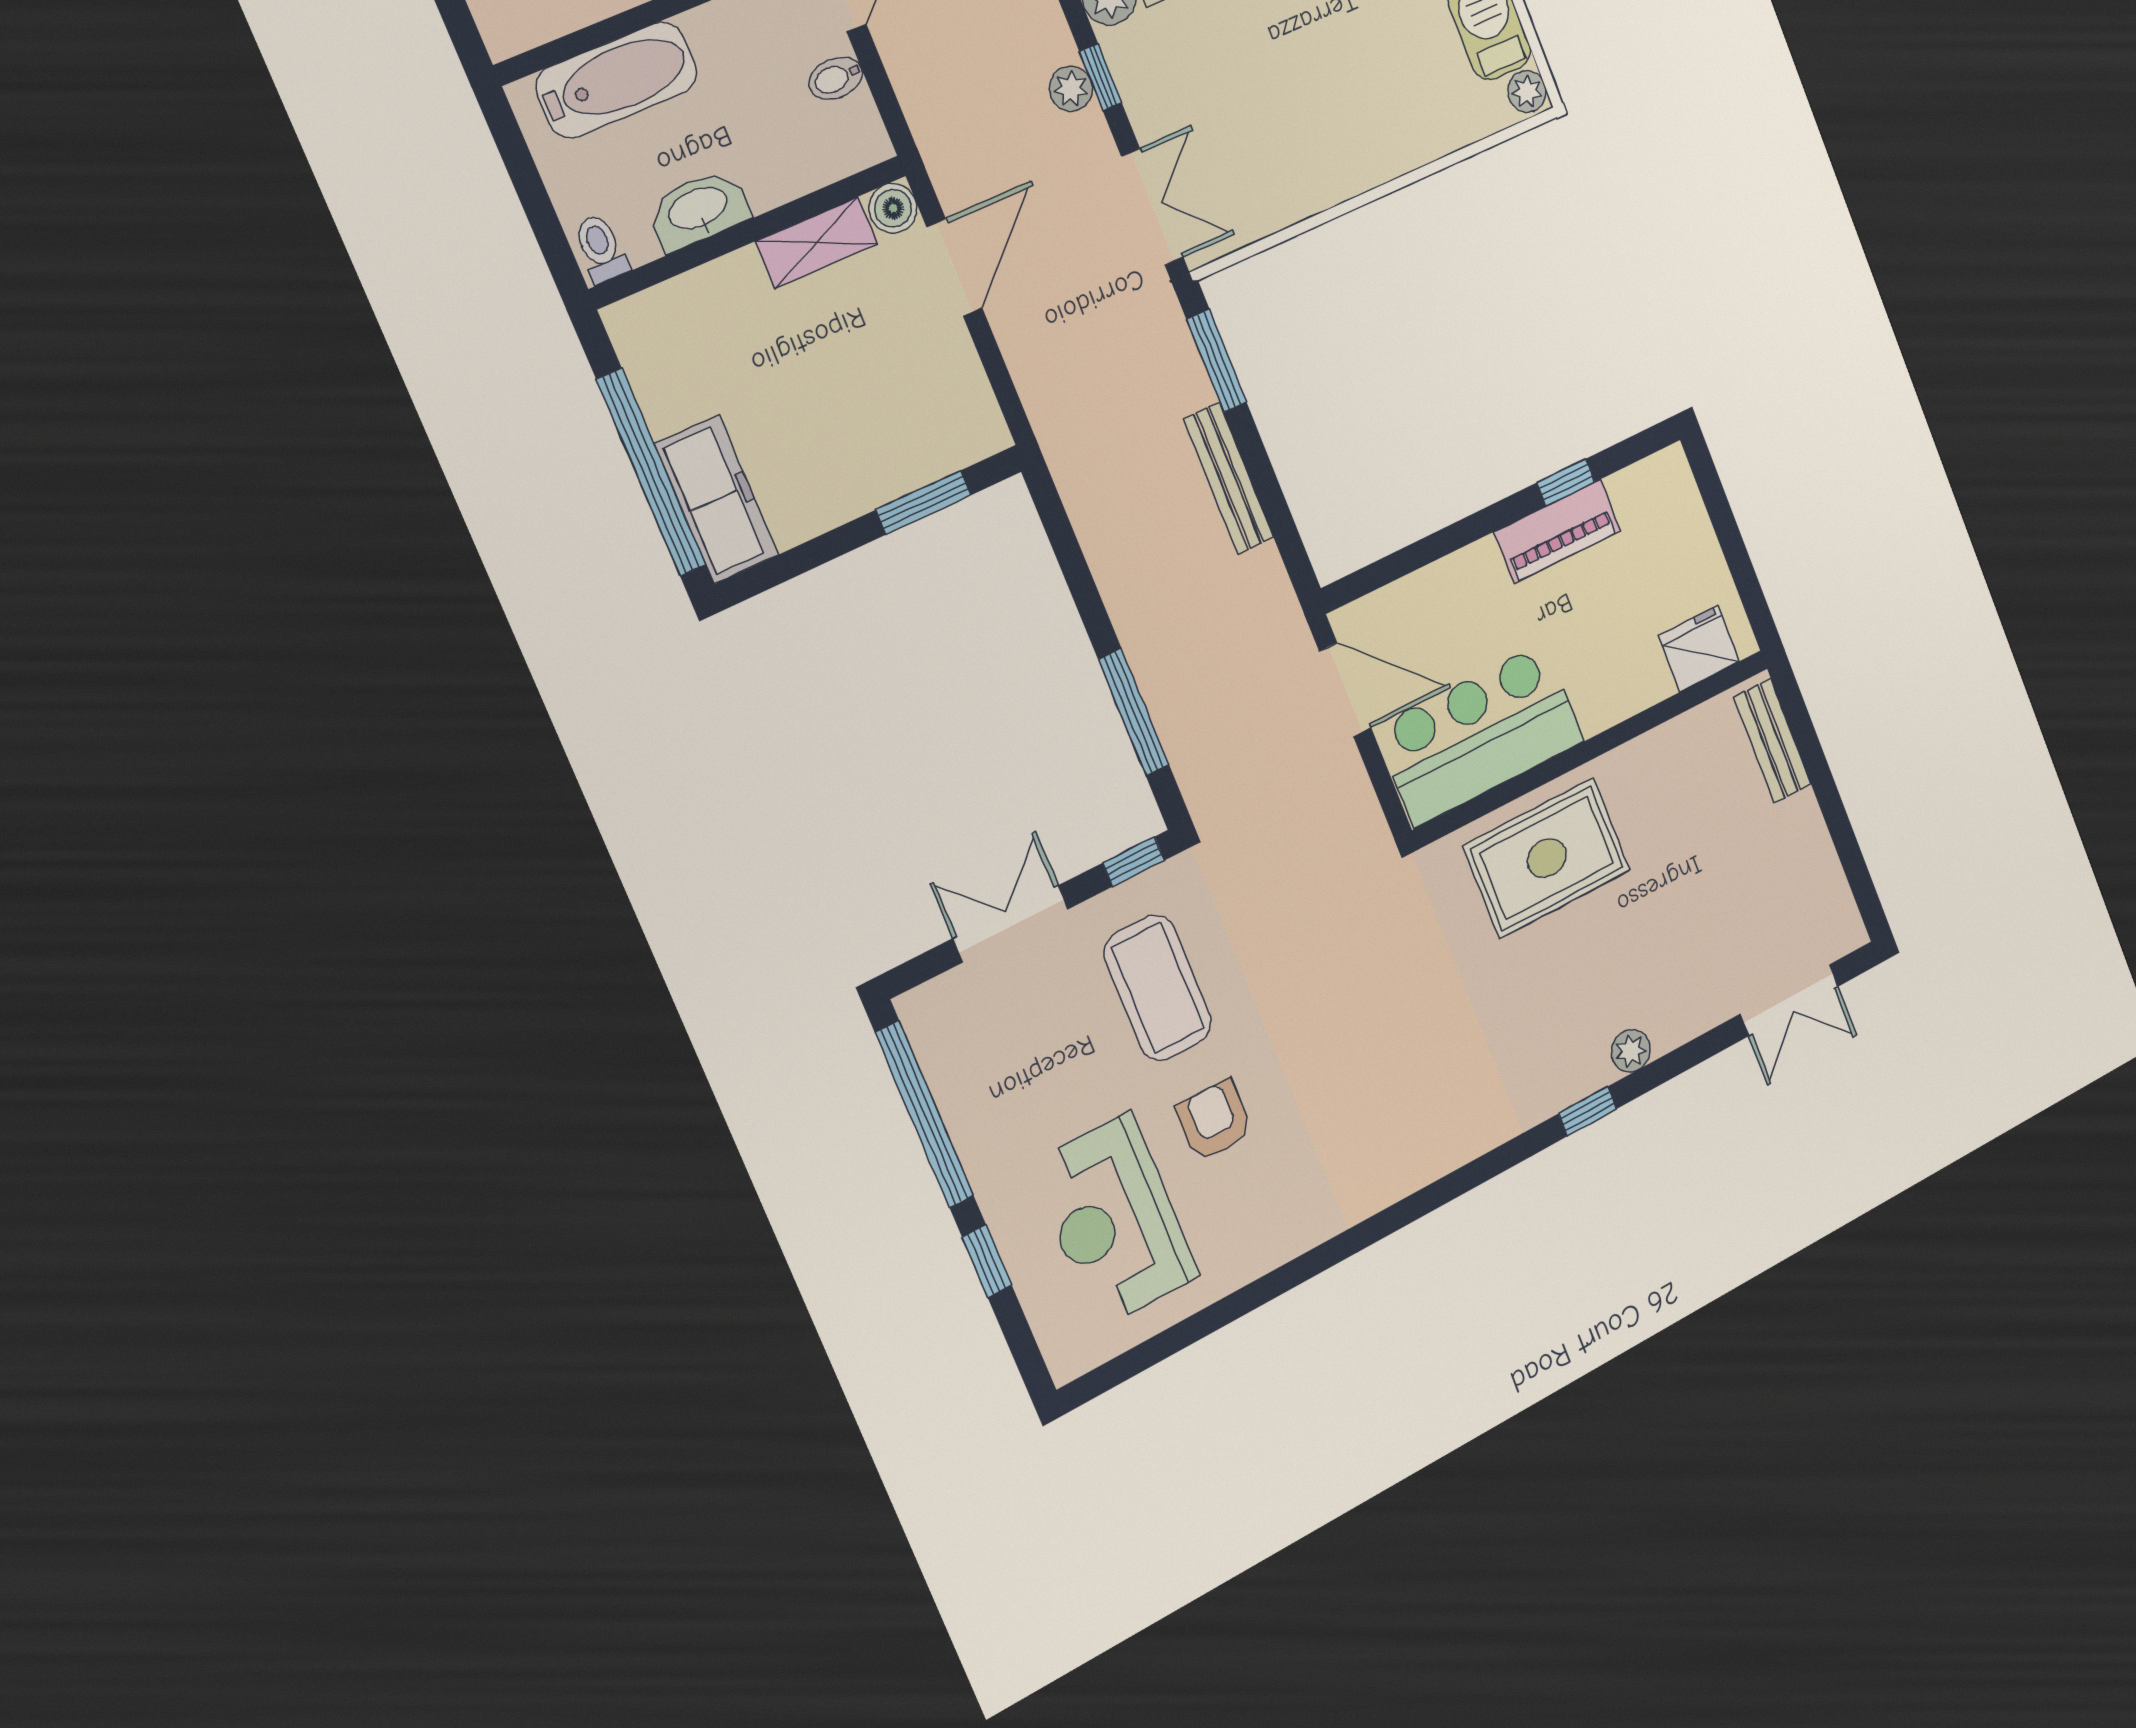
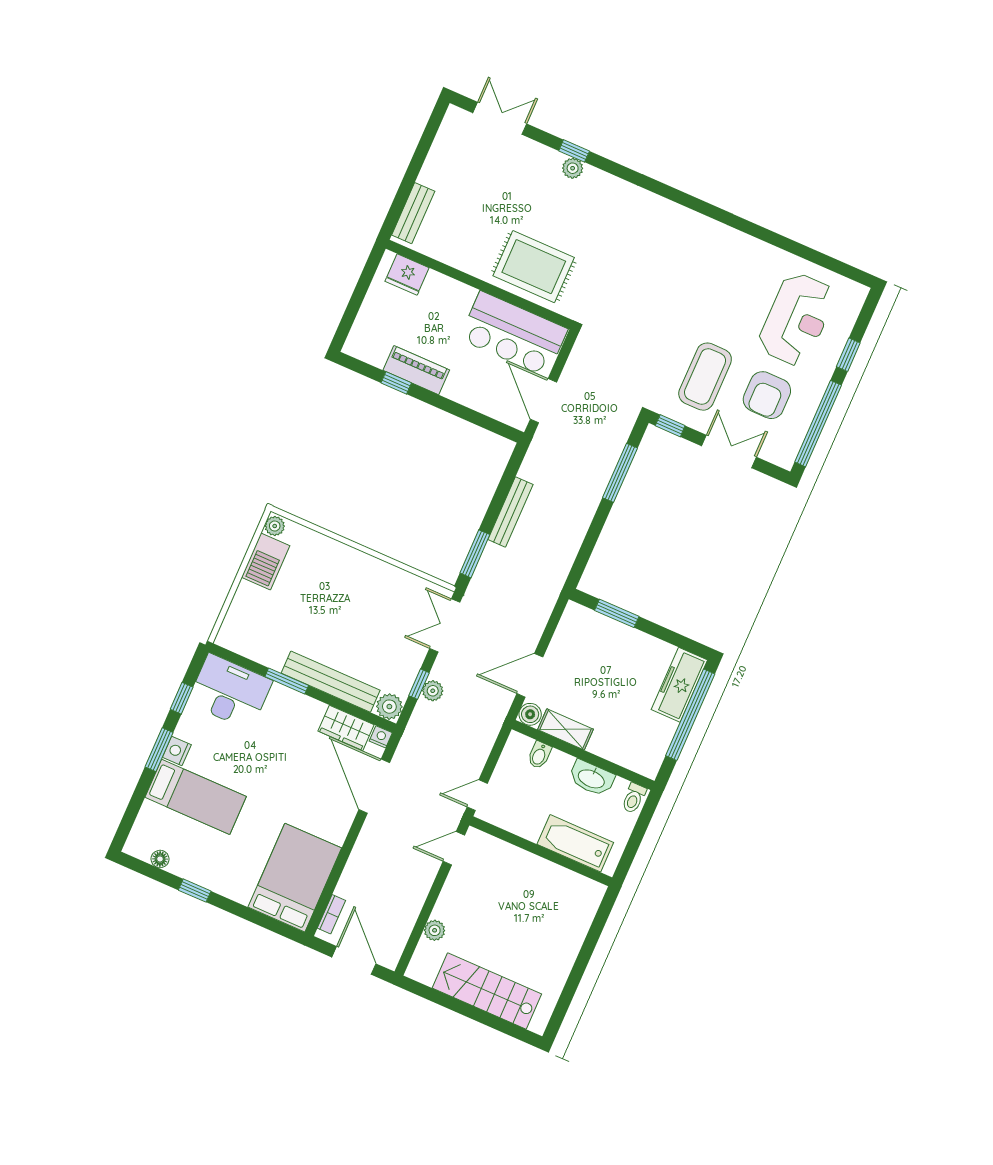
bidet: (836, 78) -> (539, 755), moved, turned 90
double door: (1011, 924) -> (729, 451), swing flipped
window: (1588, 1111) -> (574, 151), moved
armchair: (1214, 1120) -> (767, 395), moved, width x1.38, depth x1.38

